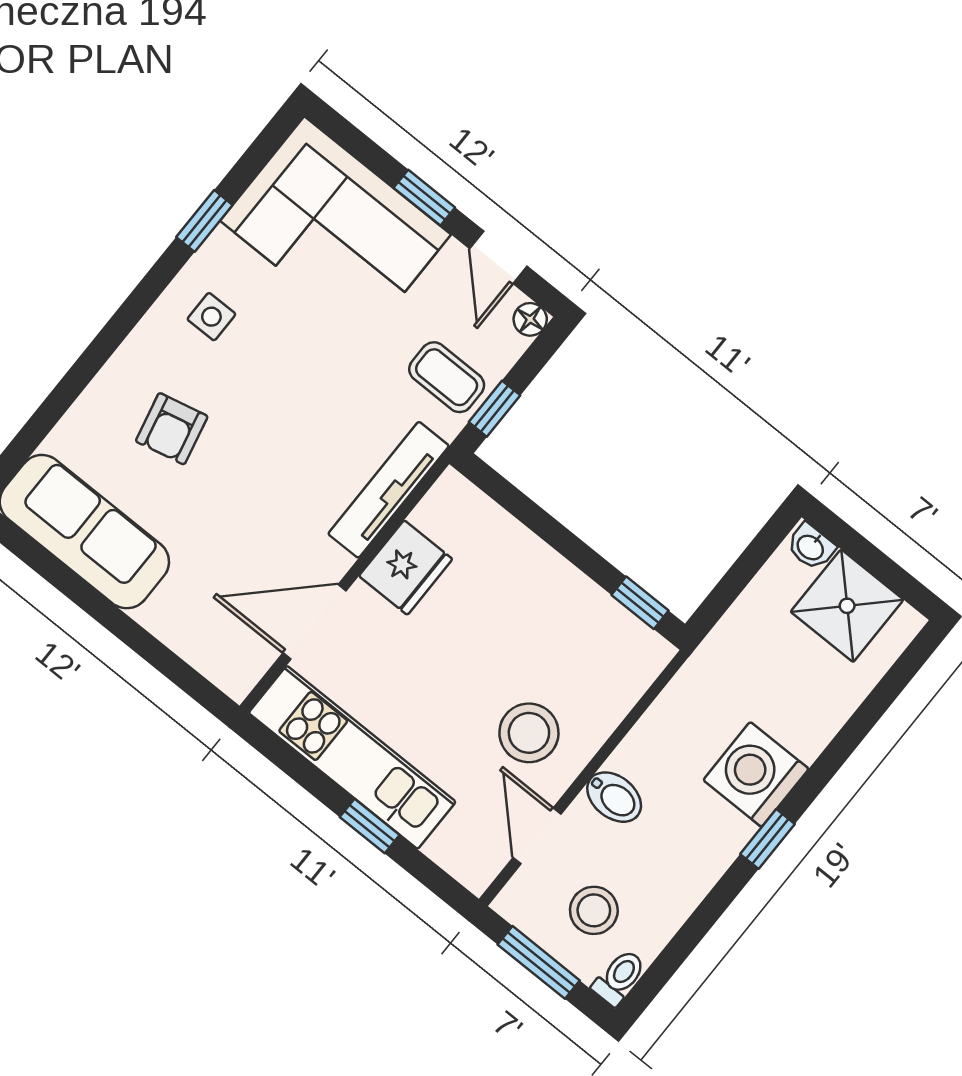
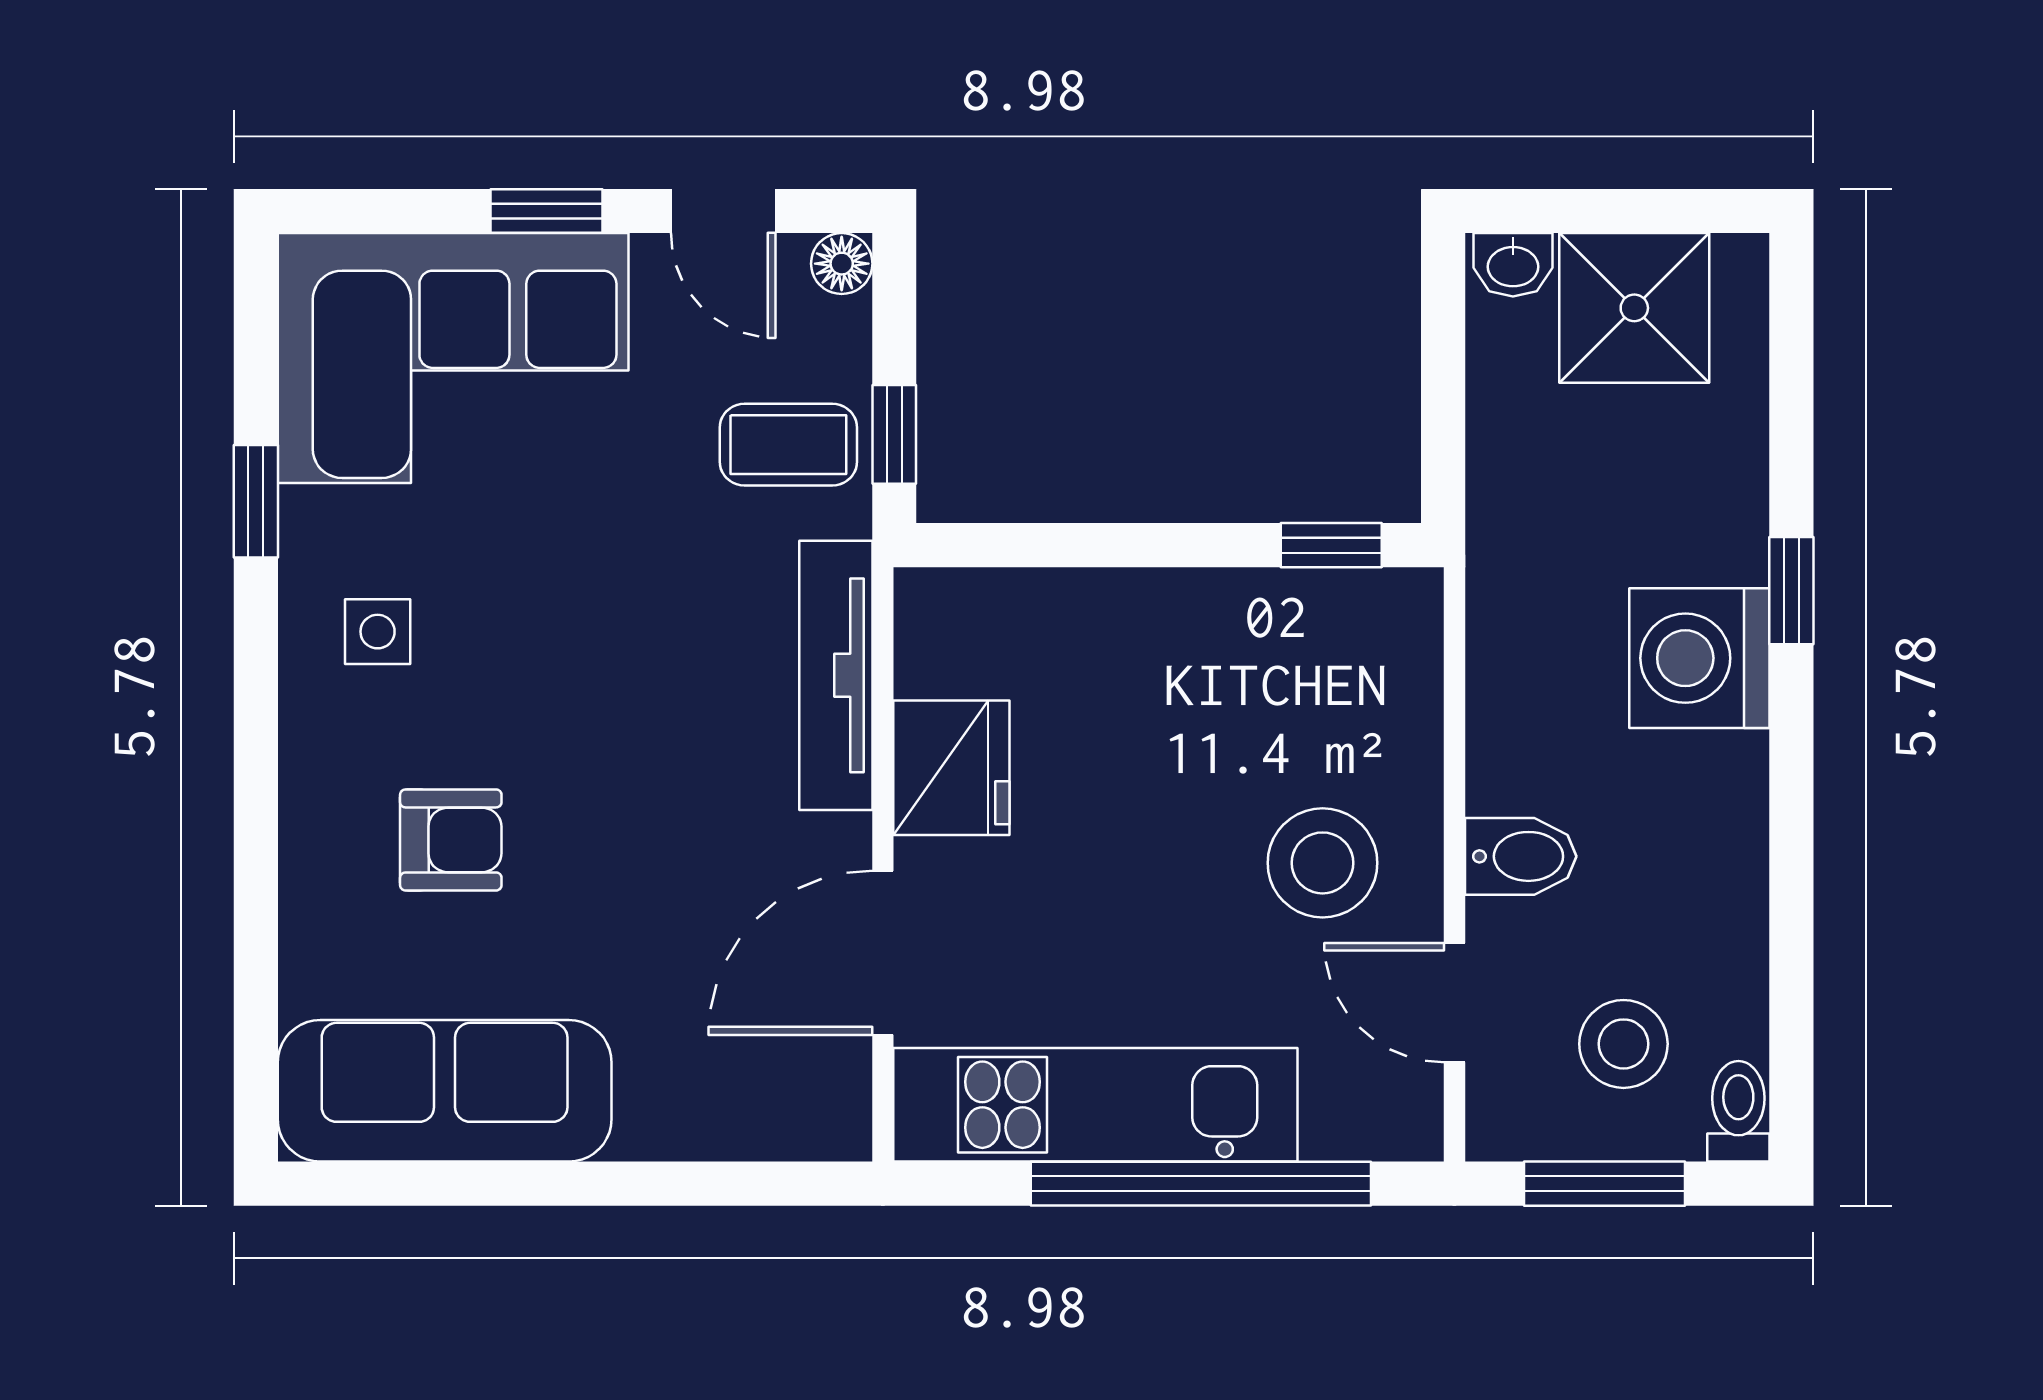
armchair: (172, 429) -> (451, 840), turned -77
window: (370, 826) -> (1201, 1184), width x3.17
window: (767, 839) -> (1791, 591), moved

